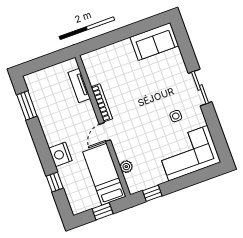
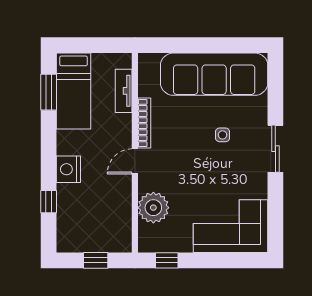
sofa: (154, 42) -> (214, 74), width x1.85, depth x1.27
side table: (176, 116) -> (223, 135), moved
plant: (126, 167) -> (153, 208), width x1.87, depth x1.87
bed: (104, 174) -> (74, 91), moved, turned 180

